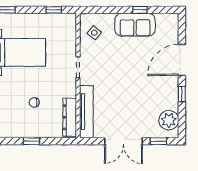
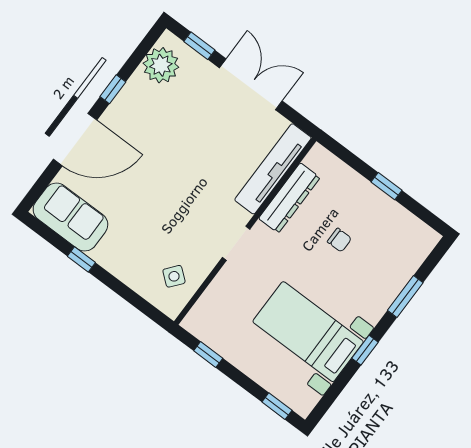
sofa: (135, 25) -> (70, 217), moved
dresser: (70, 117) -> (289, 198), moved

